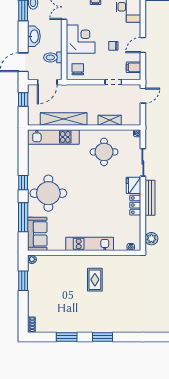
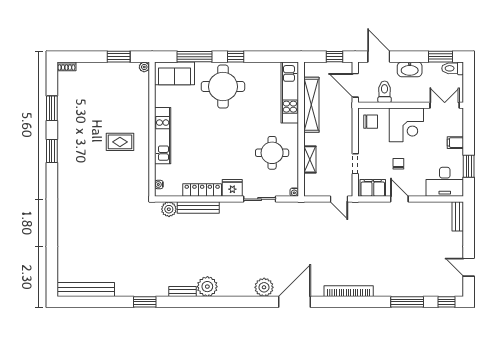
filing cabinet: (134, 67) -> (373, 188), width x2.00
bench: (150, 198) -> (198, 208), moved
locker: (135, 205) -> (202, 190), width x1.53

